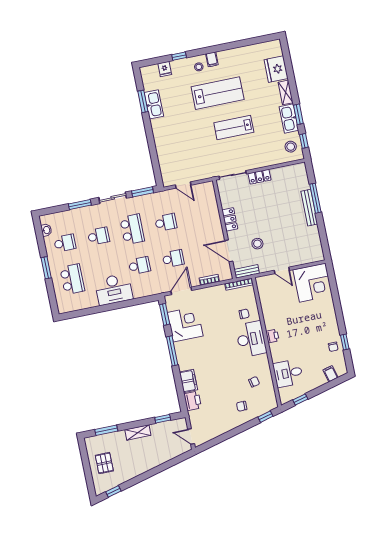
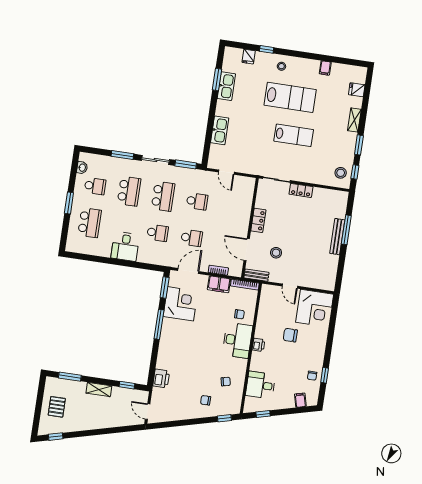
filing cabinet: (212, 59) -> (325, 68), moved
fridge: (276, 69) -> (357, 90), width x0.53, depth x0.75
kitchen sink: (289, 119) -> (220, 130), moved, turned 180
lab bench: (234, 128) -> (294, 135), turned 180
school desk: (98, 236) -> (129, 191), width x1.85
desk: (114, 289) -> (125, 246), width x0.73
chair: (299, 316) -> (290, 335), added
filing cabinet: (188, 381) -> (219, 284), moved, turned 90

